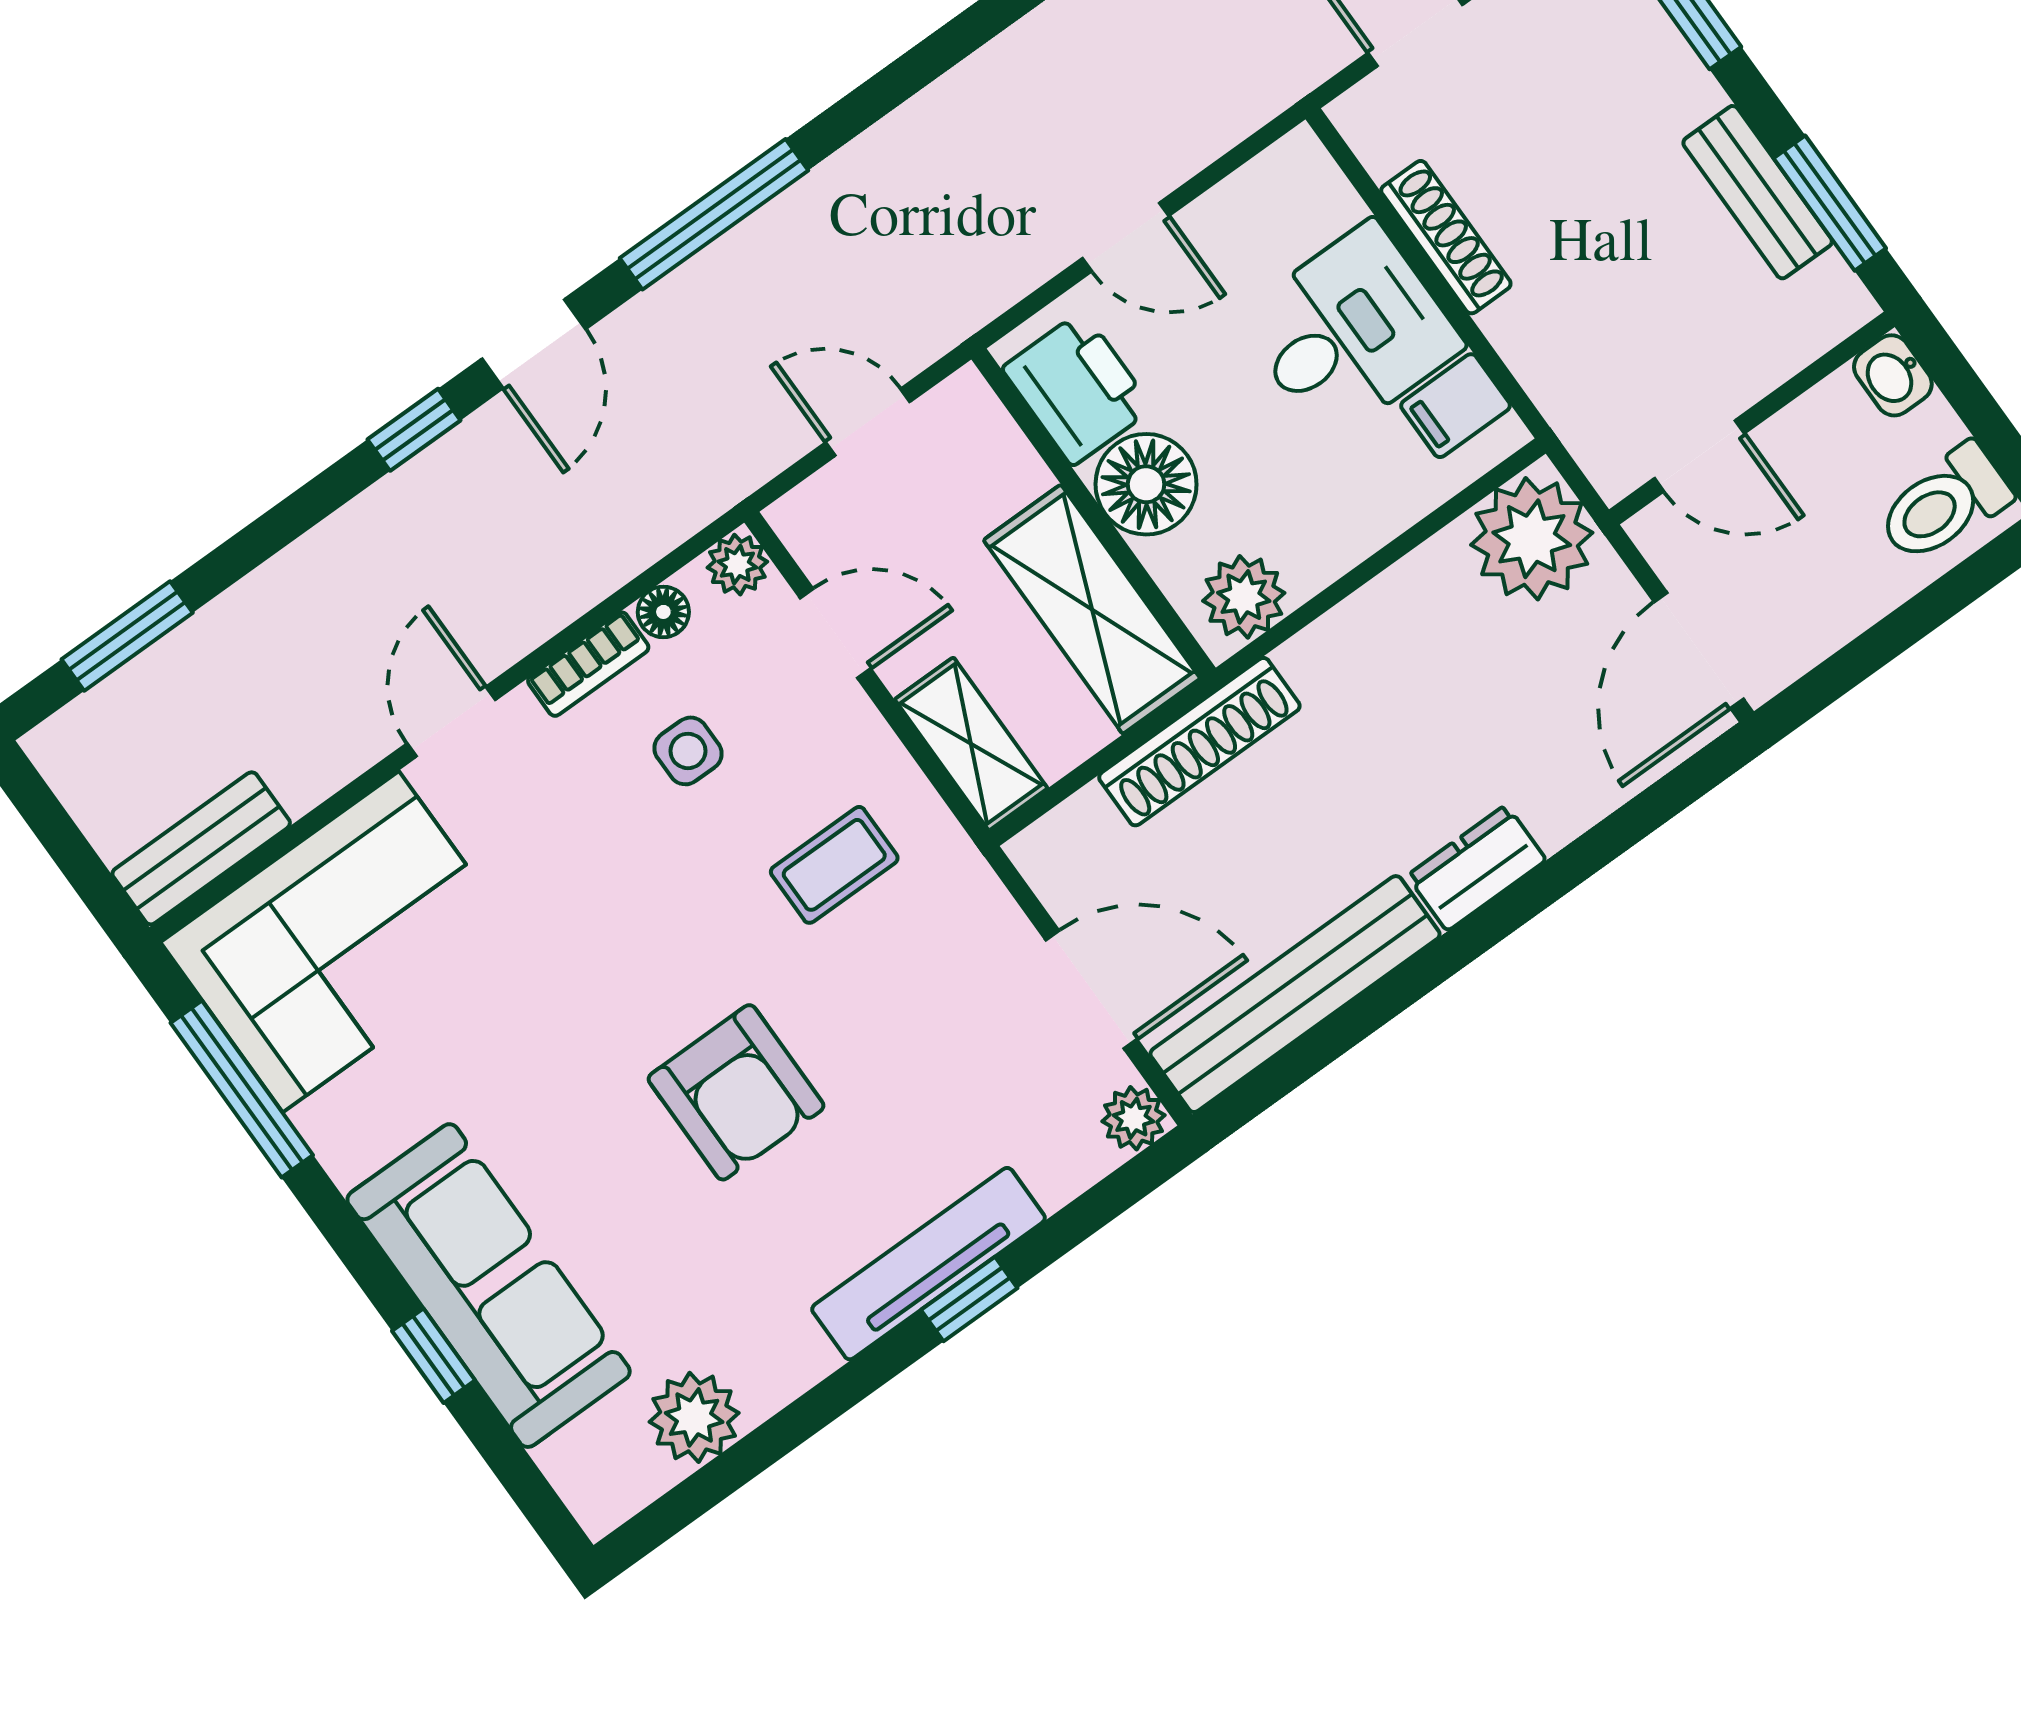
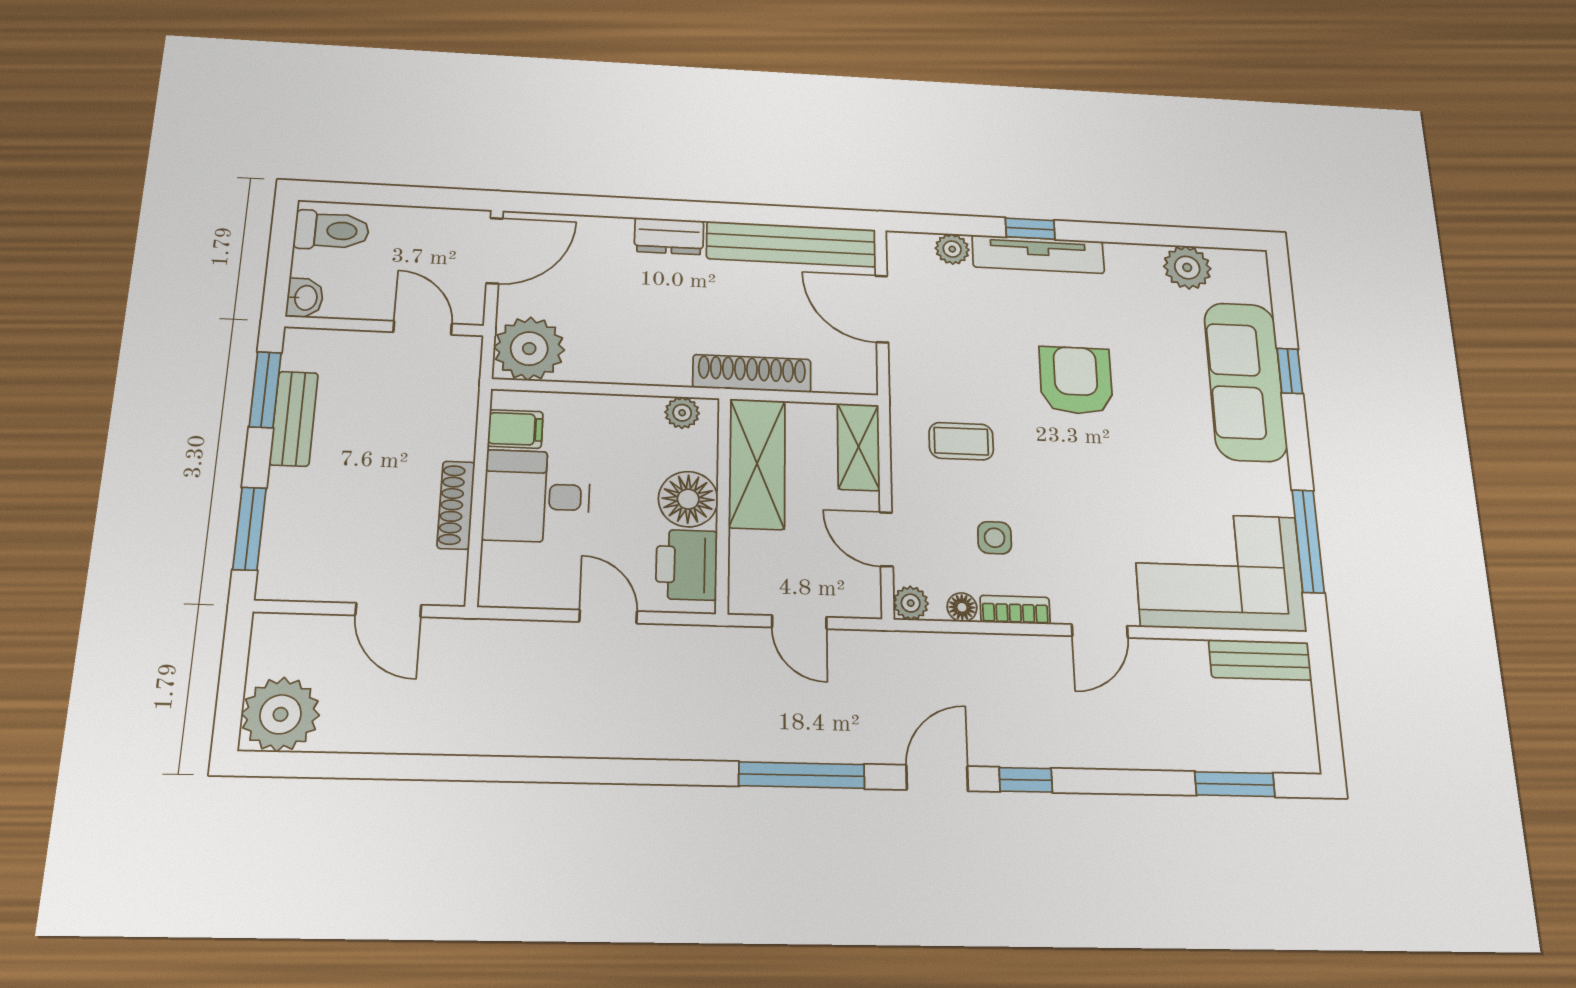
plant: (1244, 597) -> (682, 413), width x0.73, depth x0.73
plant: (1134, 1118) -> (952, 249), moved

